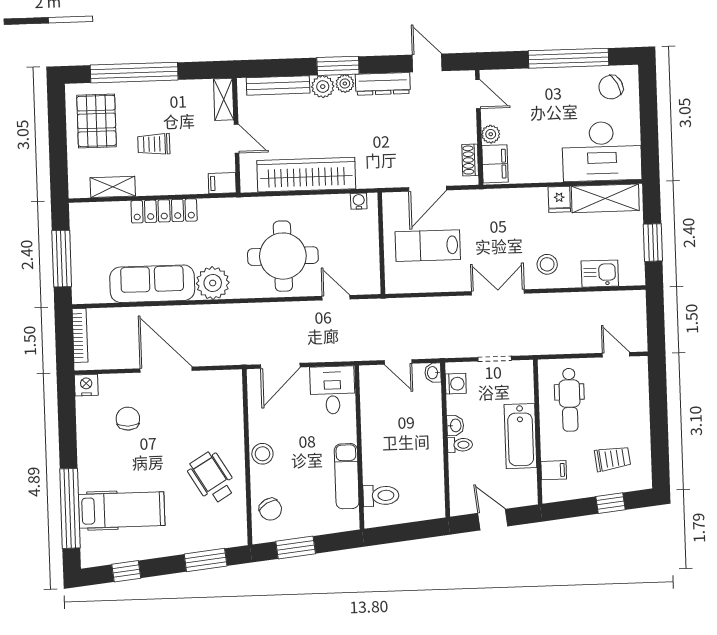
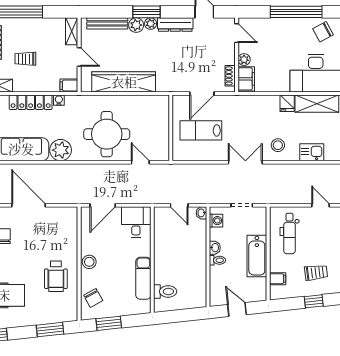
water cooler: (359, 201) -> (59, 100), moved
wheelchair: (212, 478) -> (56, 276), turned -149

